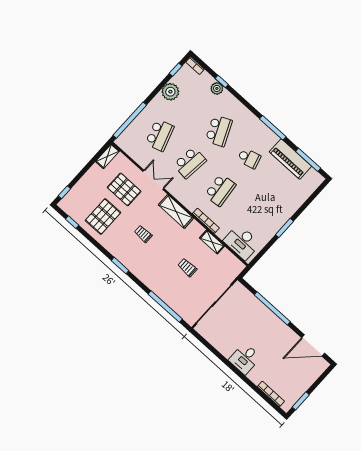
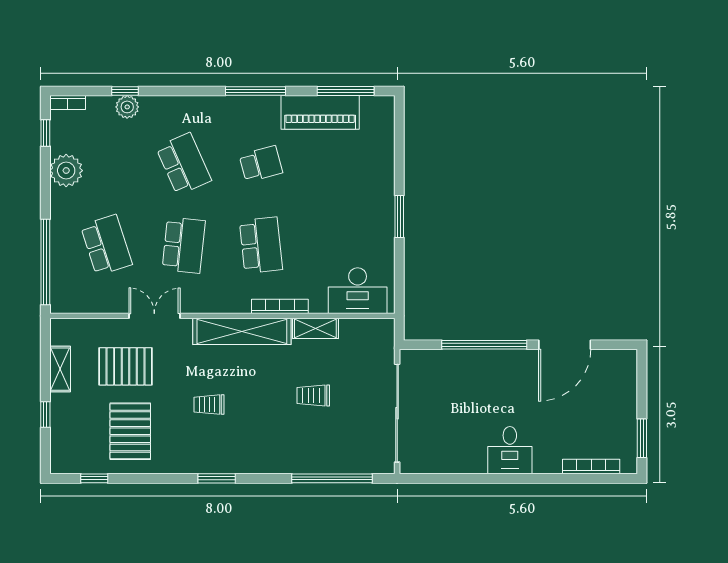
shelving: (108, 156) -> (60, 369), moved
window: (64, 192) -> (45, 415), moved
shelving: (176, 211) -> (242, 331), width x1.47
door: (313, 345) -> (565, 345), moved

